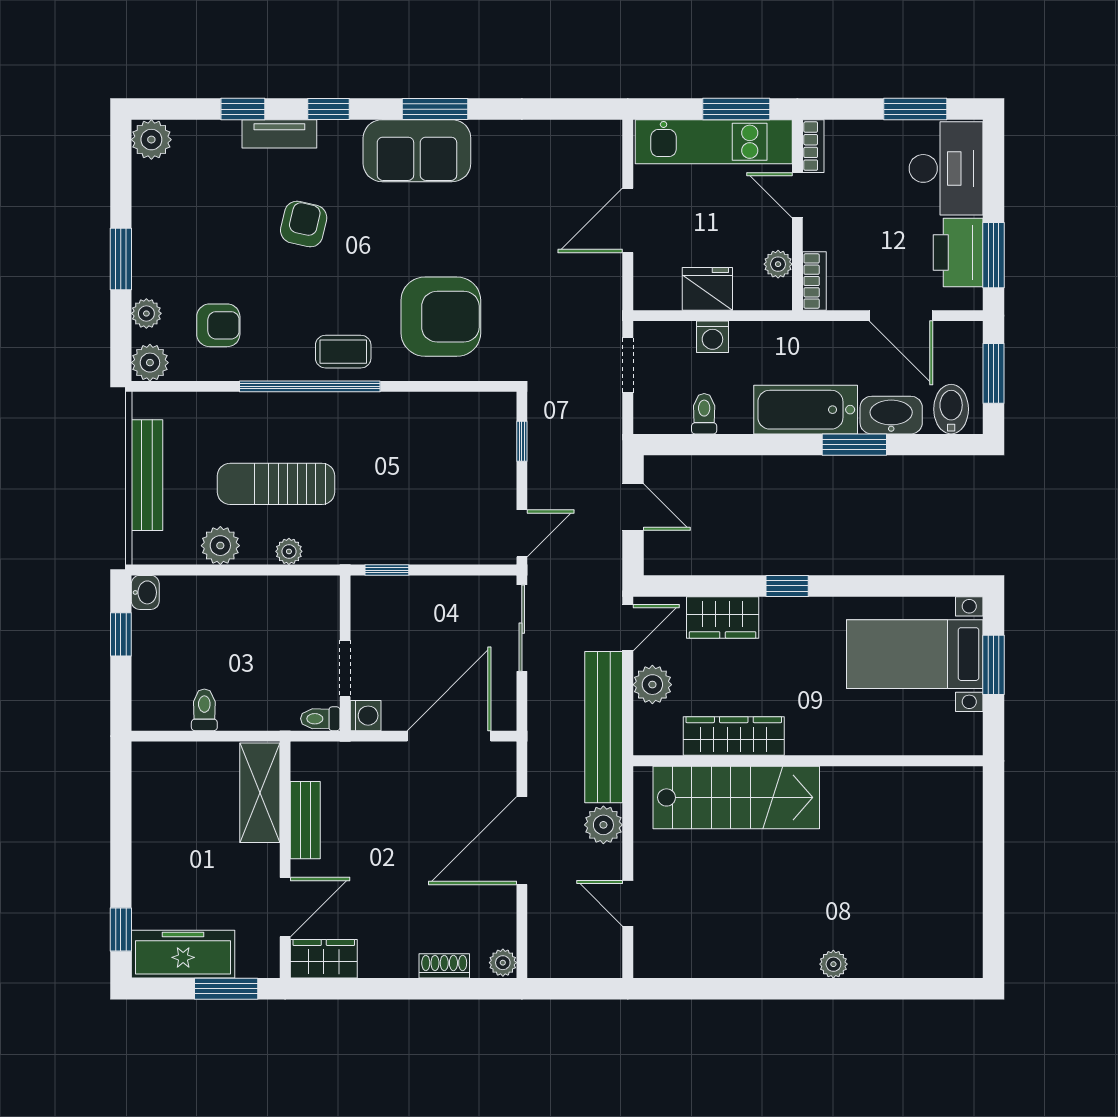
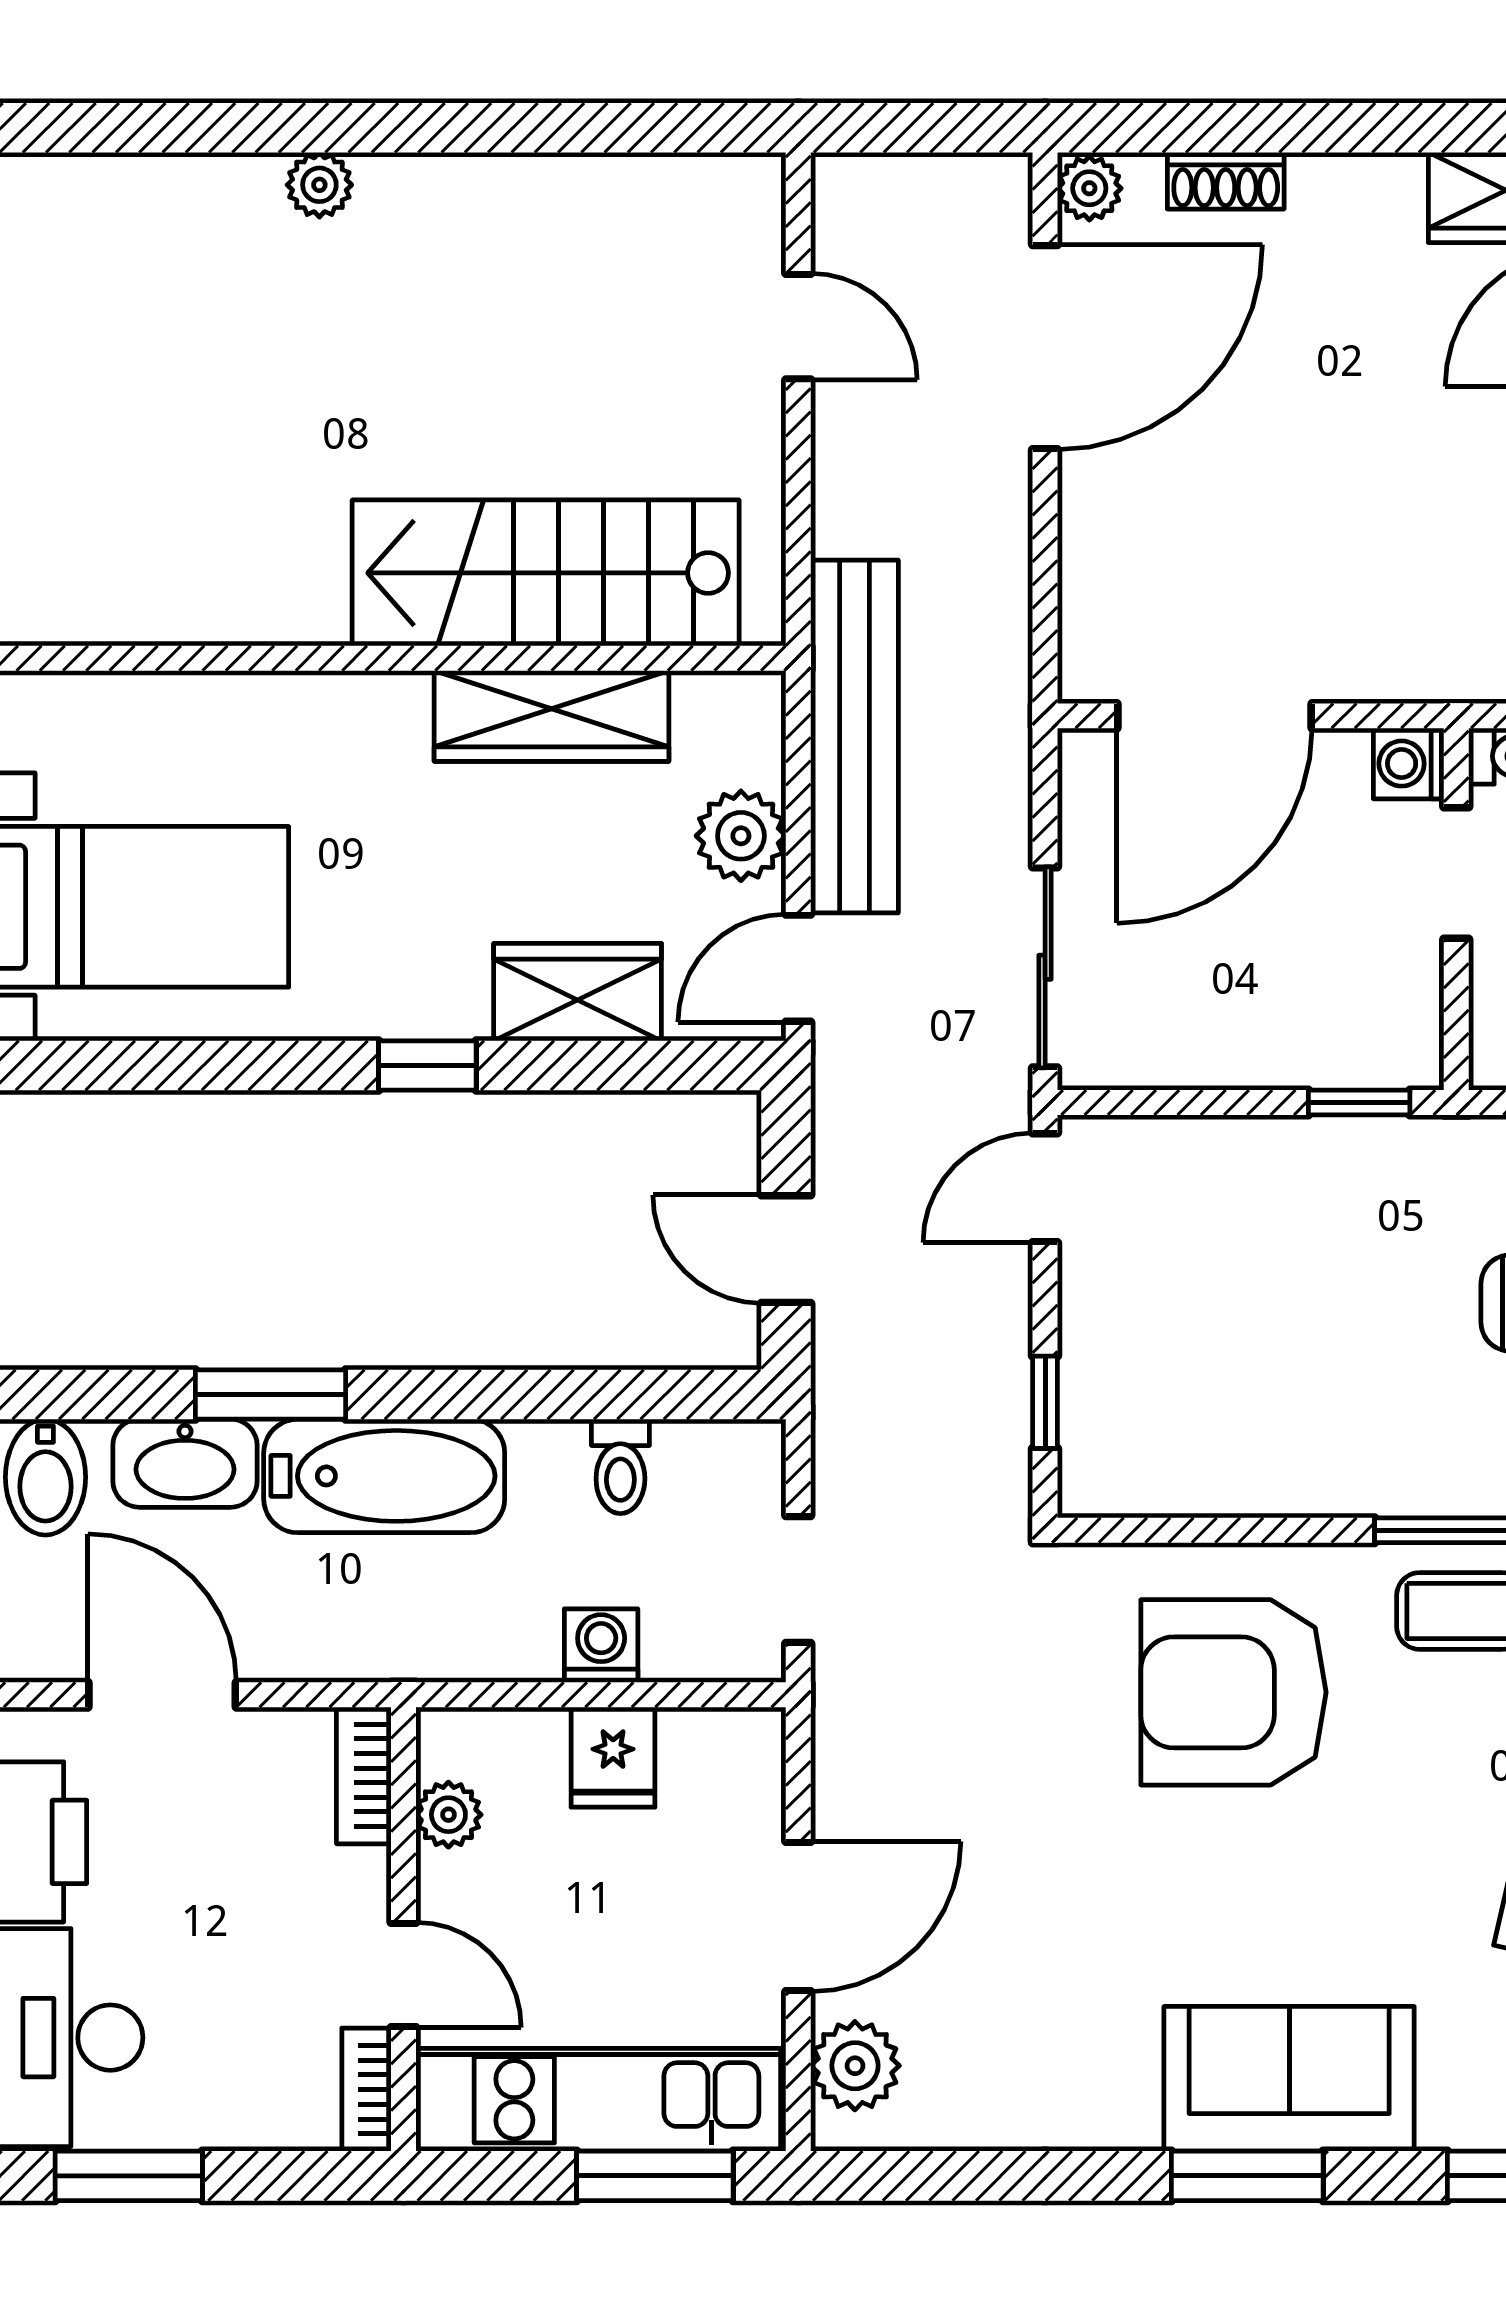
window: (736, 109) -> (655, 2176), moved
fridge: (707, 289) -> (613, 1757), width x0.72
plant: (603, 825) -> (855, 2066), moved
door: (522, 841) -> (1045, 347), moved

